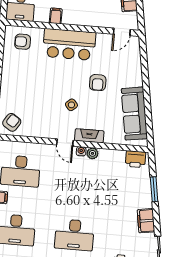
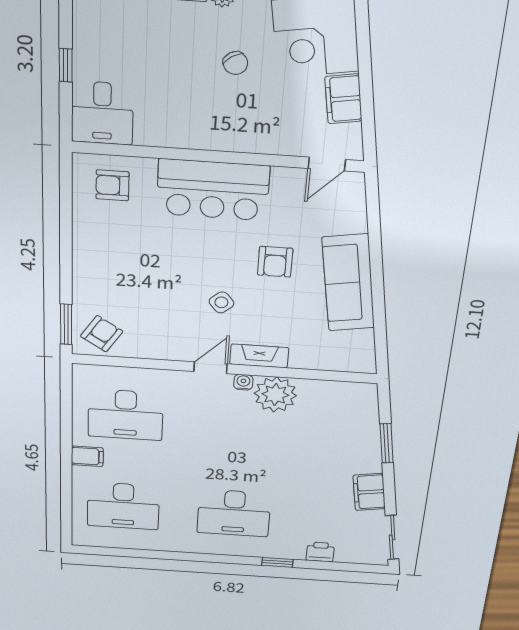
filing cabinet: (56, 16) -> (181, 133), removed
sofa: (134, 114) -> (348, 283), moved
door: (65, 143) -> (210, 368), swing flipped
plant: (92, 153) -> (275, 395), width x1.87, depth x1.87
printer: (136, 159) -> (352, 395), removed

